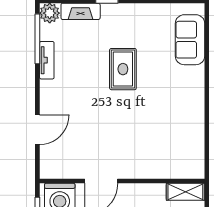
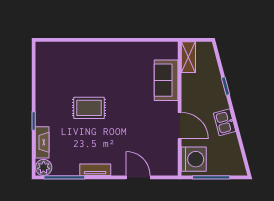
sofa: (190, 40) -> (166, 80), moved, turned 90
tv unit: (47, 60) -> (95, 170), moved

